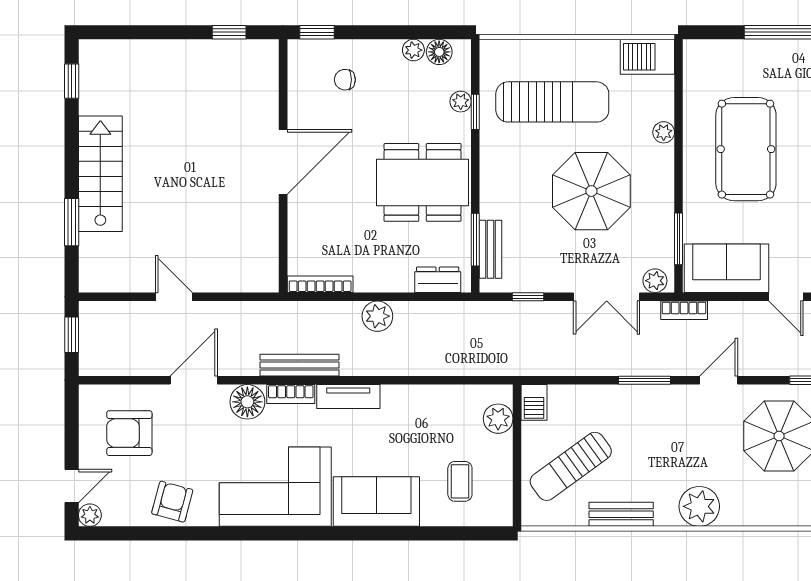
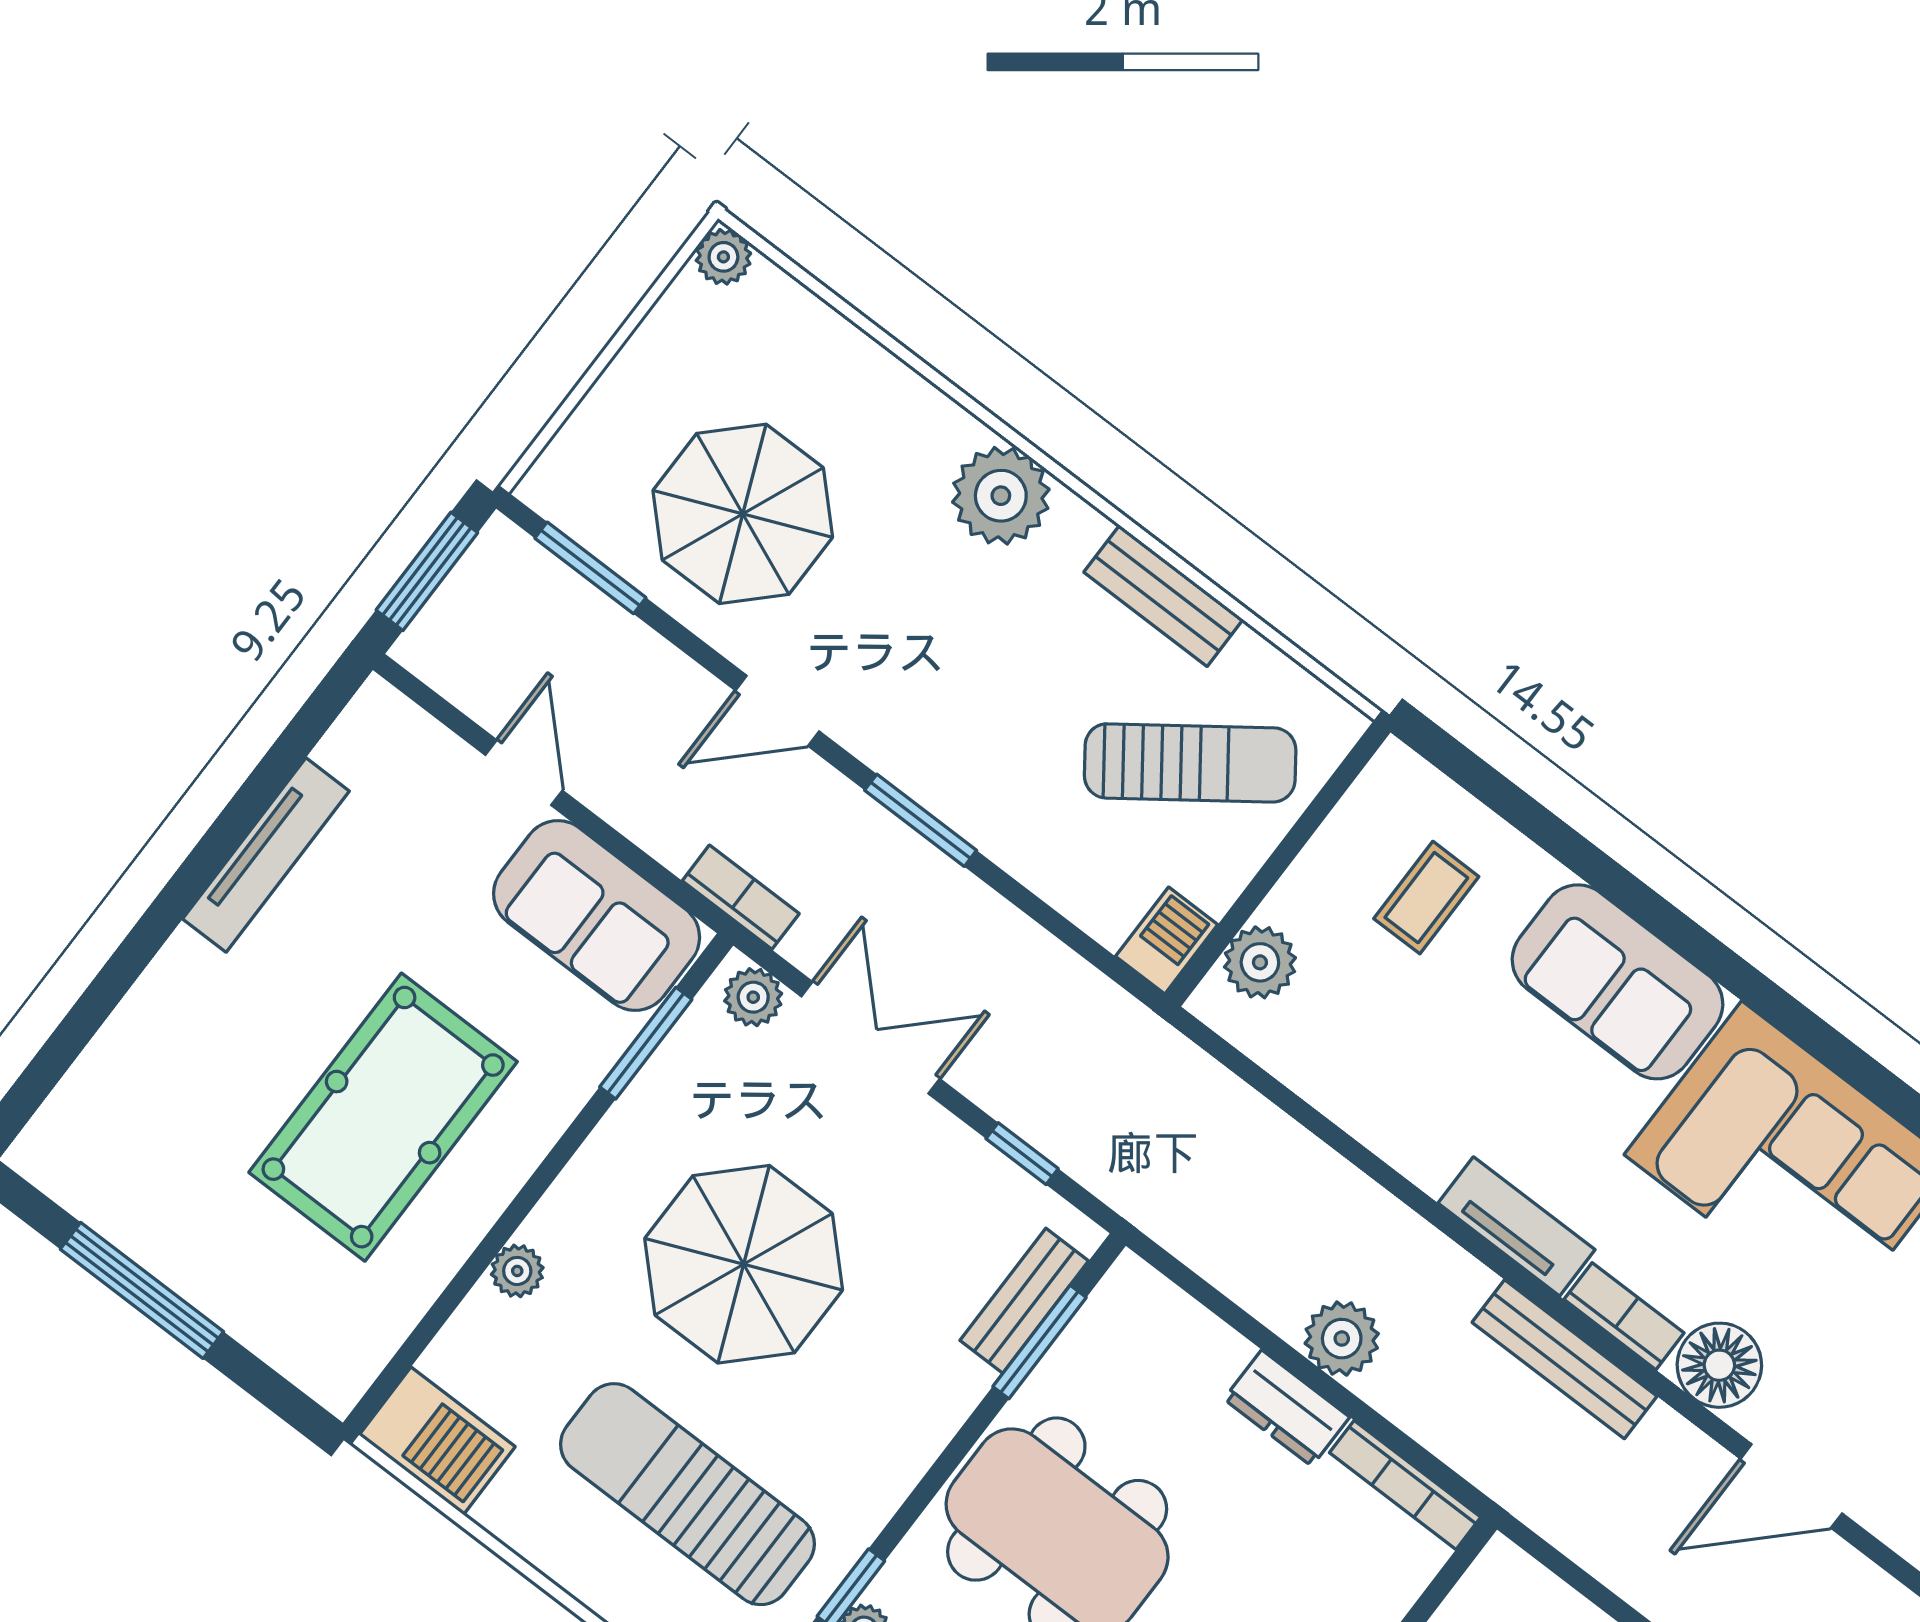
dresser: (438, 280) -> (1287, 1408), moved

